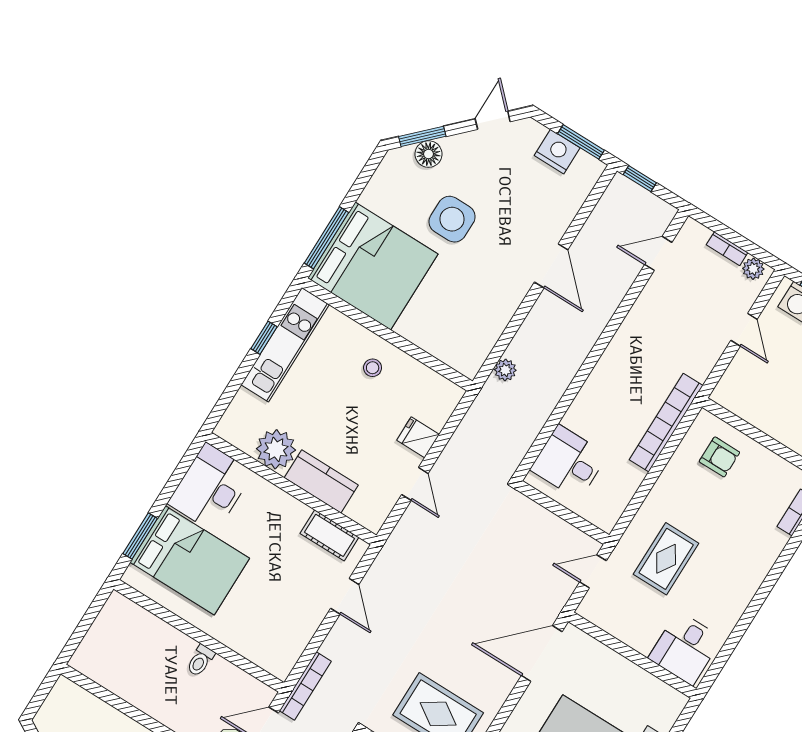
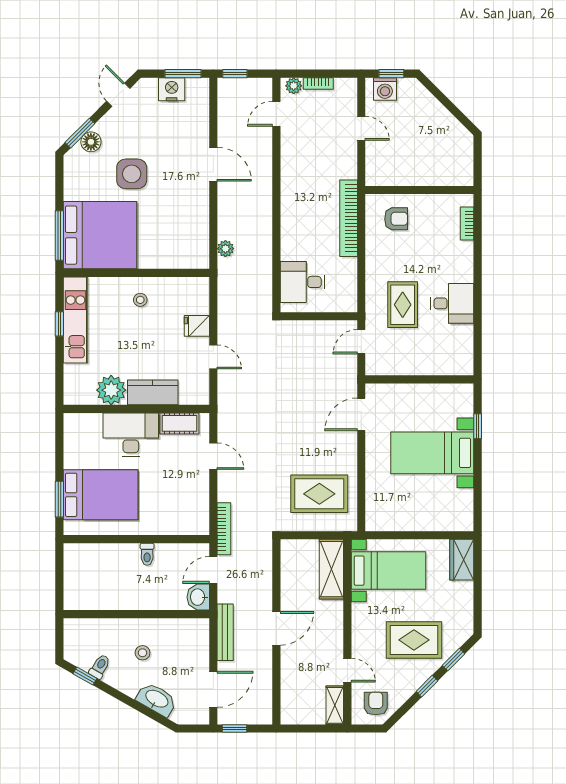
plant: (753, 269) -> (294, 86), moved
desk: (211, 488) -> (131, 435), moved, turned 90
desk: (685, 648) -> (452, 303), moved, turned -90
door: (542, 654) -> (361, 414), width x0.73

